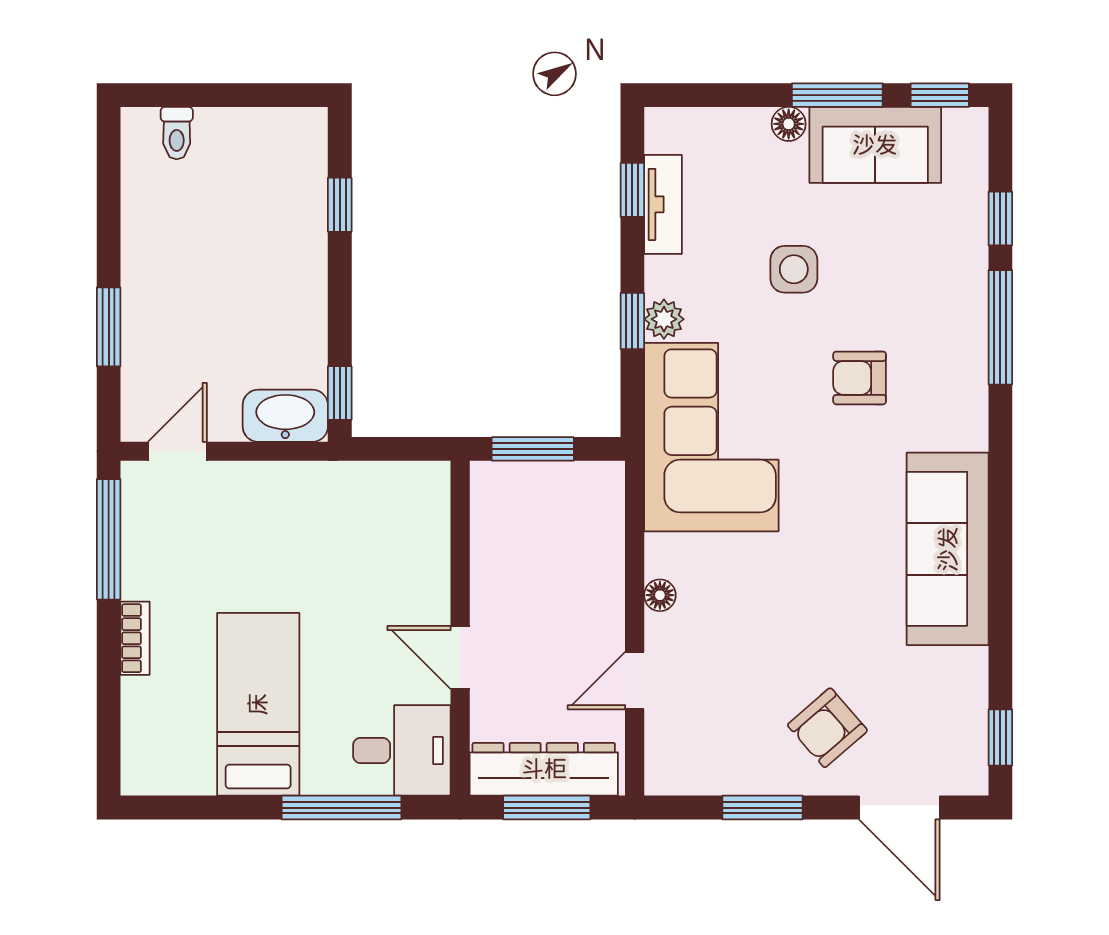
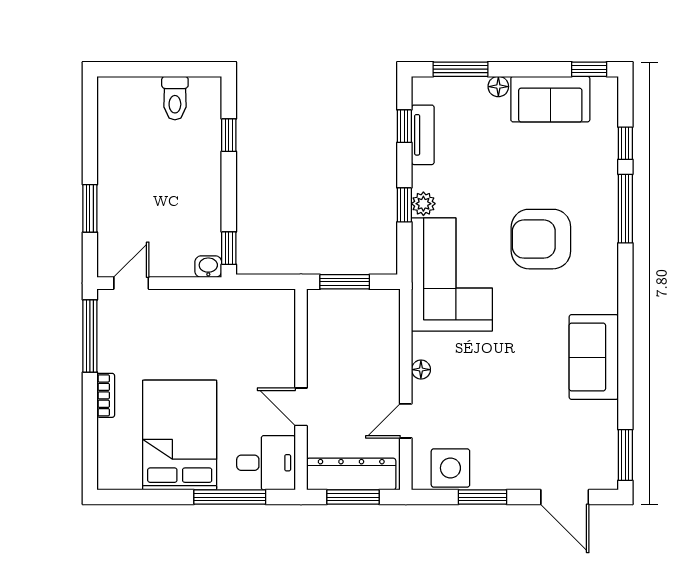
window: (837, 95) -> (461, 69), moved
toilet: (177, 133) -> (175, 98), moved, width x1.37, depth x1.39
side table: (794, 269) -> (450, 468), moved, width x1.37, depth x1.37
armchair: (860, 378) -> (541, 239), width x1.88, depth x1.88
washbasin: (285, 416) -> (208, 267), width x0.52, depth x0.69
sofa: (948, 549) -> (594, 357), width x0.73
bed: (258, 704) -> (180, 435), width x1.50
armchair: (827, 728) -> (522, 449), removed
window: (1000, 737) -> (625, 455), width x1.50

